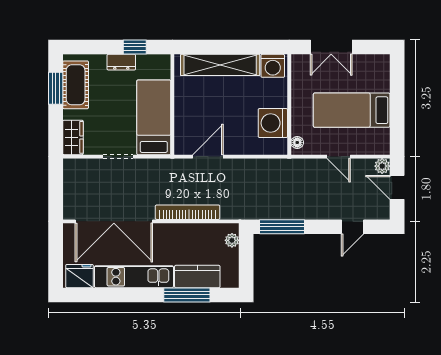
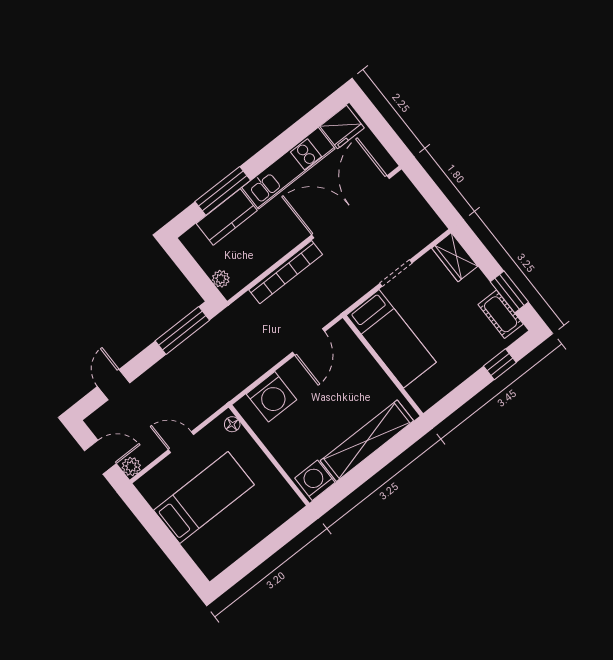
window: (135, 47) -> (500, 364), moved
double door: (331, 47) -> (272, 543), removed
dresser: (121, 62) -> (465, 368), removed
cot: (76, 85) -> (501, 314), width x0.73, depth x0.75
washing machine: (273, 123) -> (272, 397), moved, turned 90

